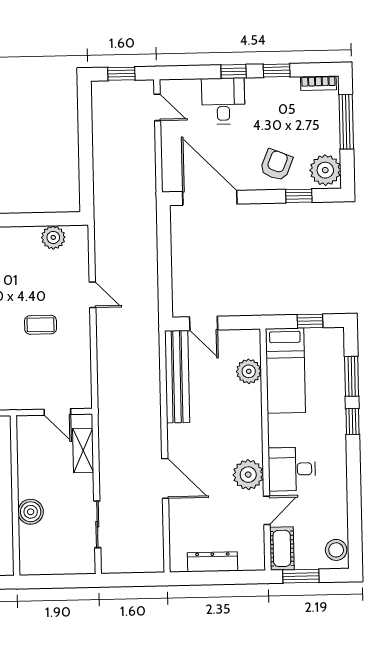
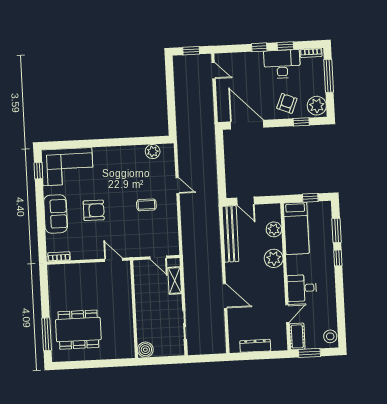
desk: (223, 101) -> (282, 64), moved, width x1.37
plant: (248, 475) -> (274, 258), moved
boiler: (31, 512) -> (145, 350), moved

